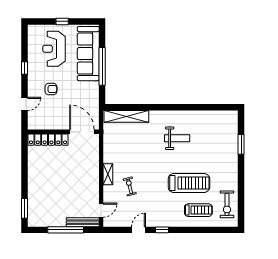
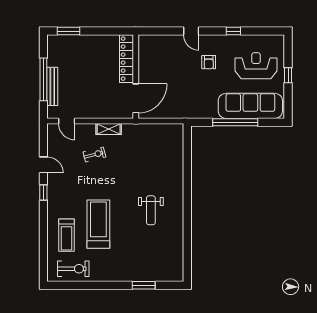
shelving: (126, 116) -> (177, 151), removed
wall: (63, 132) -> (136, 77), moved
door: (82, 132) -> (136, 98), moved
locker: (48, 140) -> (127, 59), moved
treadmill: (189, 183) -> (98, 224), turned 180
exercise bike: (227, 204) -> (73, 269), turned 180
bench: (83, 222) -> (52, 86), moved

